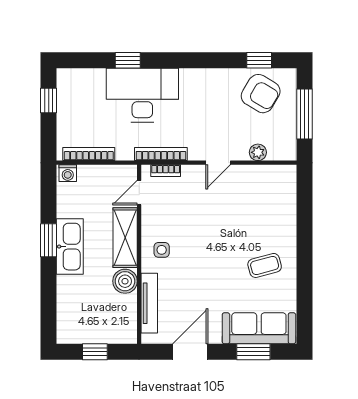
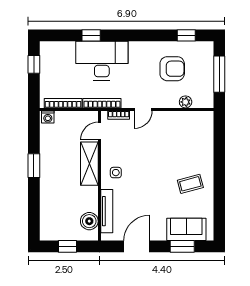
armchair: (261, 94) -> (172, 69), moved, turned -31
bookcase: (161, 154) -> (102, 103), moved
door: (218, 163) -> (143, 109), moved
kitchen sink: (70, 247) -> (49, 170), removed
boiler: (125, 281) -> (89, 221), moved
sofa: (259, 328) -> (186, 229), width x0.73

